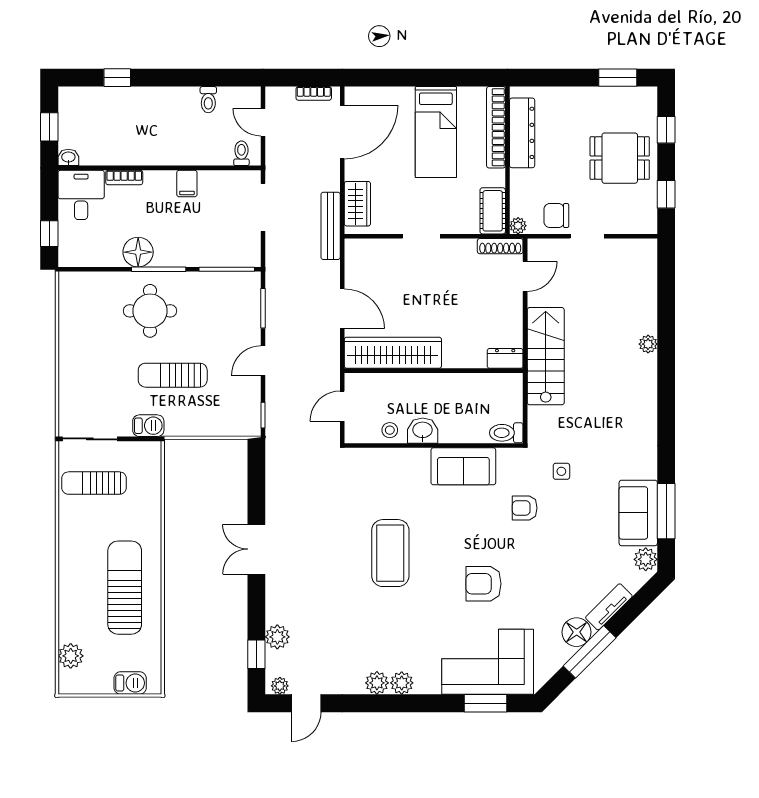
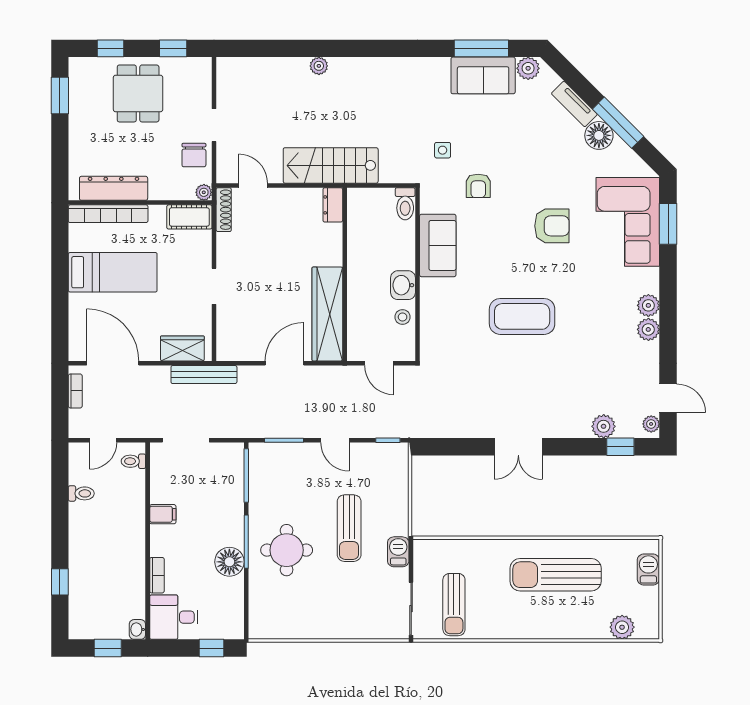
armchair: (484, 584) -> (552, 226), turned -90

